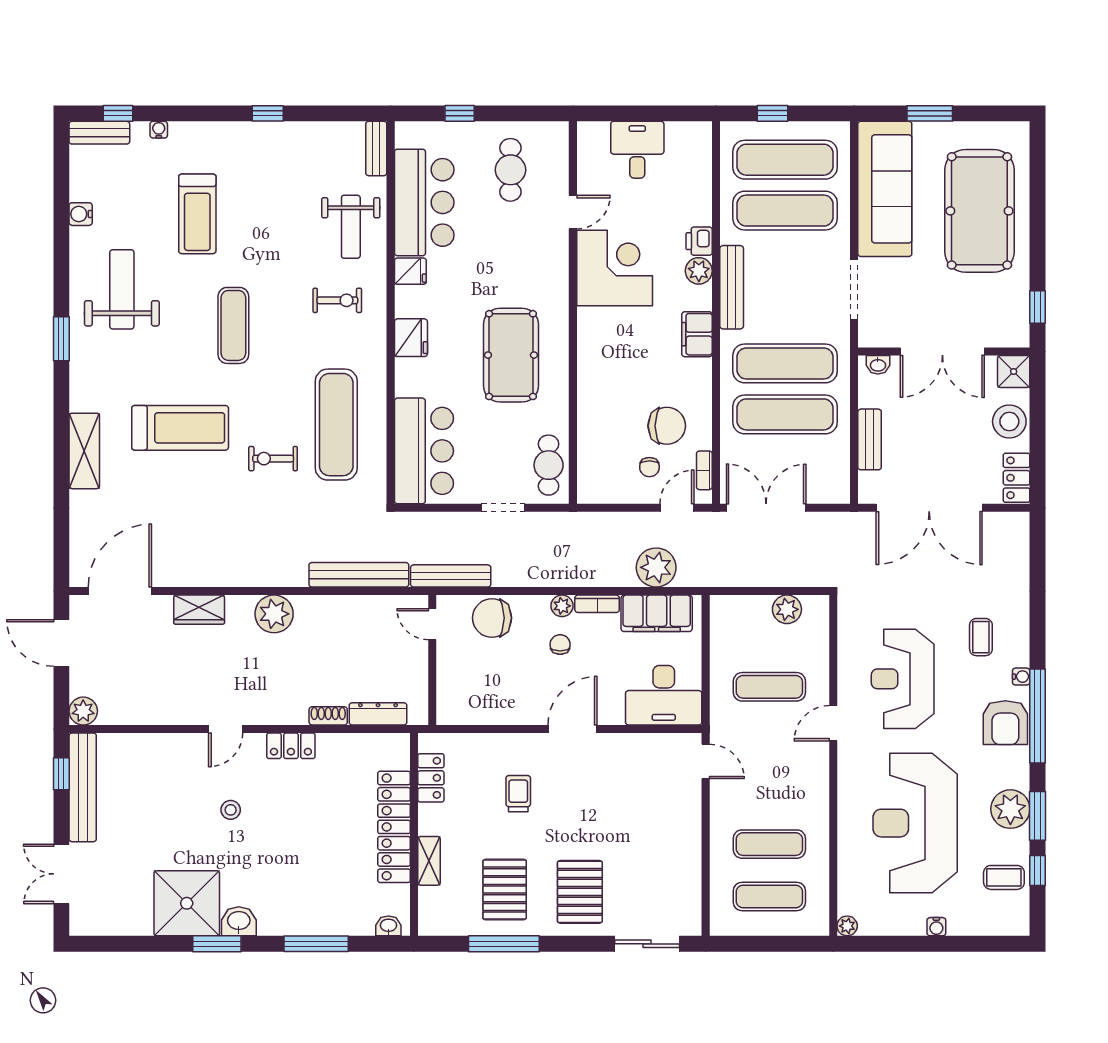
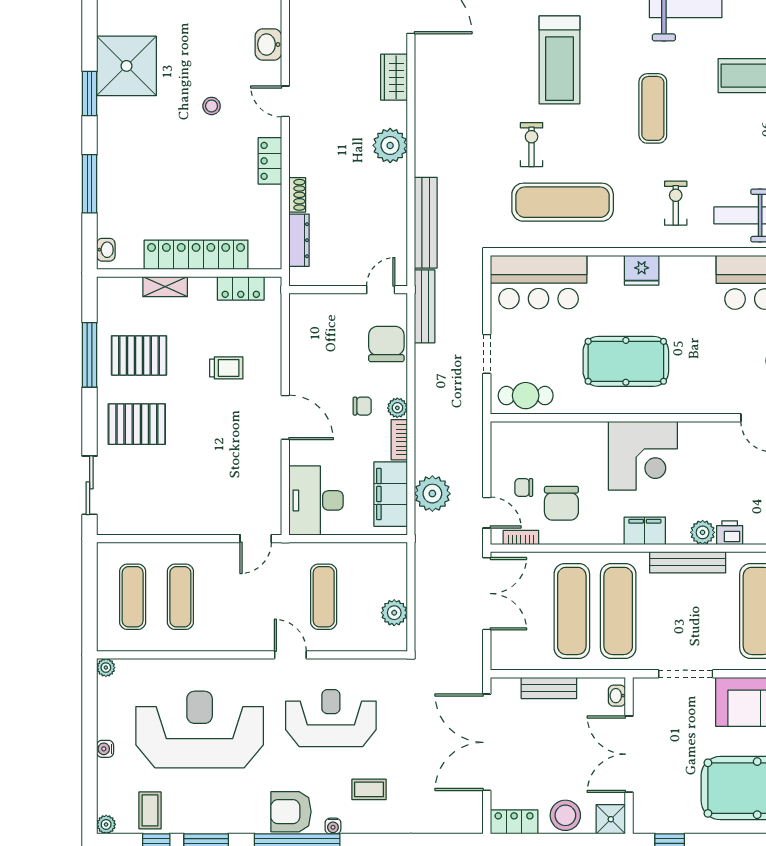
corner desk: (615, 268) -> (643, 456), moved
fridge: (410, 271) -> (702, 270), removed
exercise bike: (337, 300) -> (676, 203), turned 180
exercise mat: (233, 325) -> (653, 108), turned 90
plant: (1010, 809) -> (106, 824), moved, width x0.53, depth x0.53
washbasin: (239, 921) -> (268, 44), moved, turned 180

